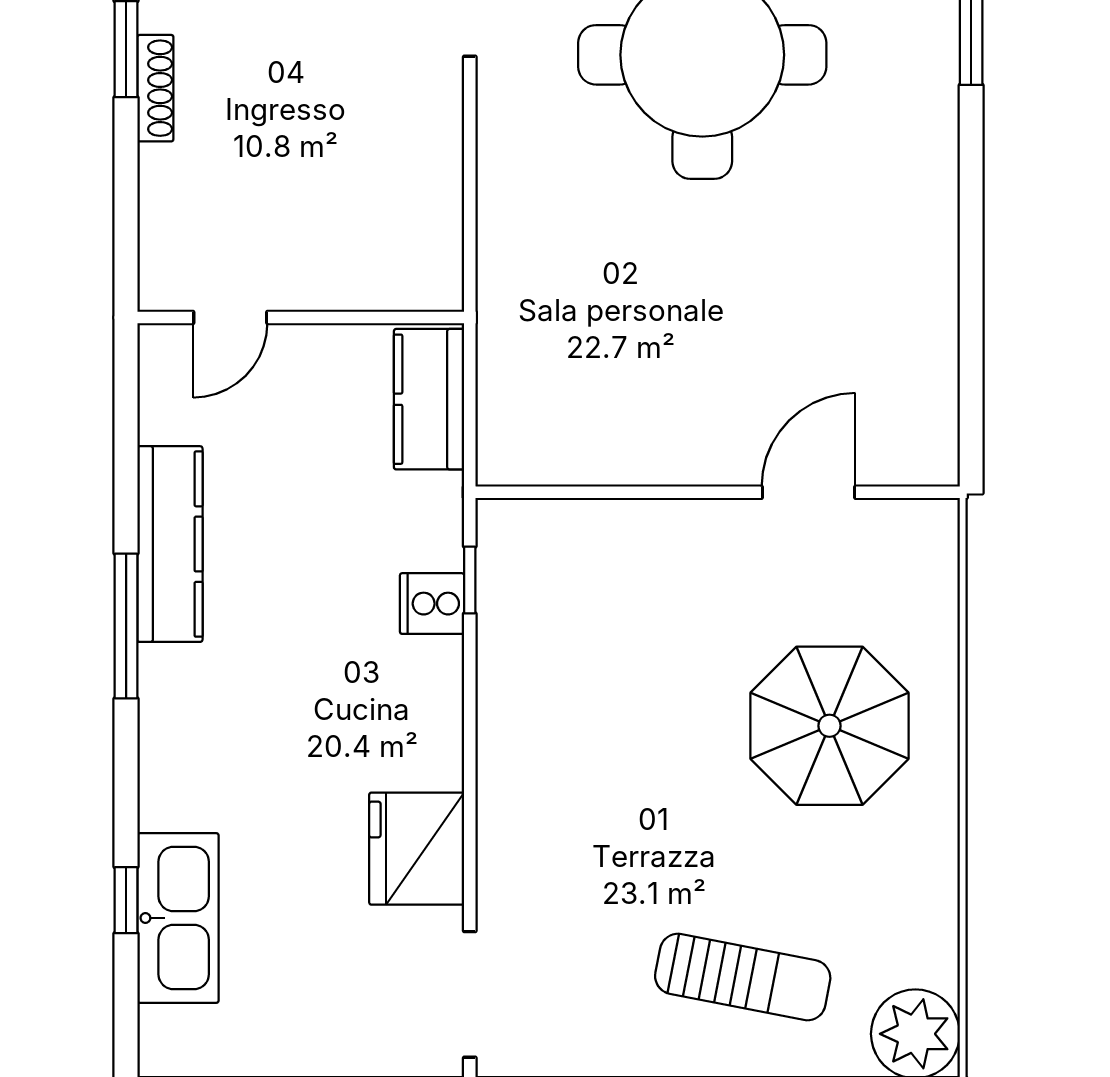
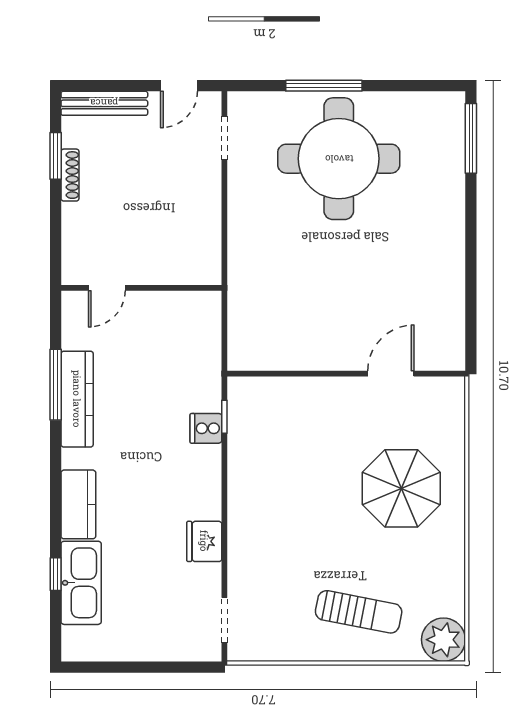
kitchen counter: (429, 399) -> (78, 504), moved, turned 180
window: (126, 626) -> (56, 385), moved
fridge: (417, 849) -> (204, 541), width x0.73, depth x0.75
doorway: (470, 994) -> (224, 620), width x0.73

